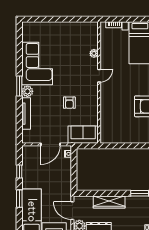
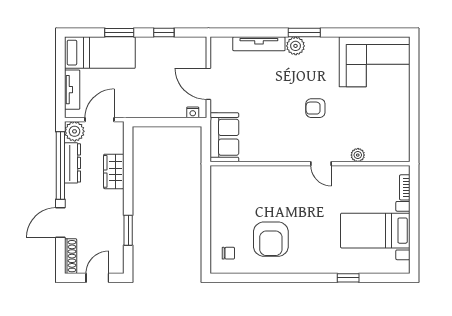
corner sofa: (37, 63) -> (375, 62), moved
armchair: (69, 103) -> (315, 108), moved
wardrobe: (109, 202) -> (114, 171), width x0.67

